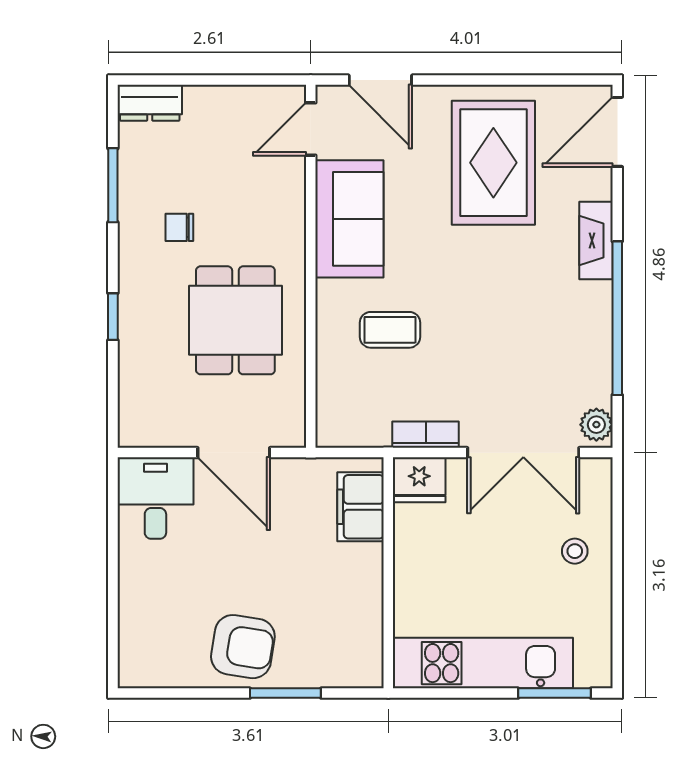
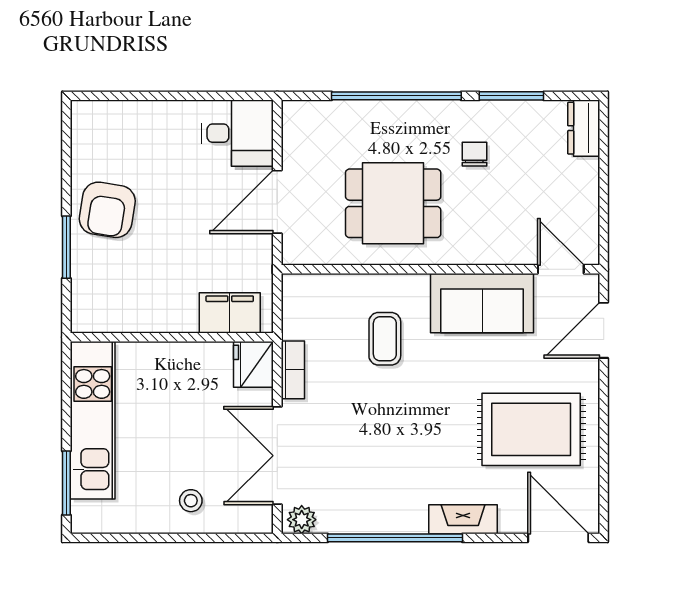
window: (113, 317) -> (396, 96), width x3.17

